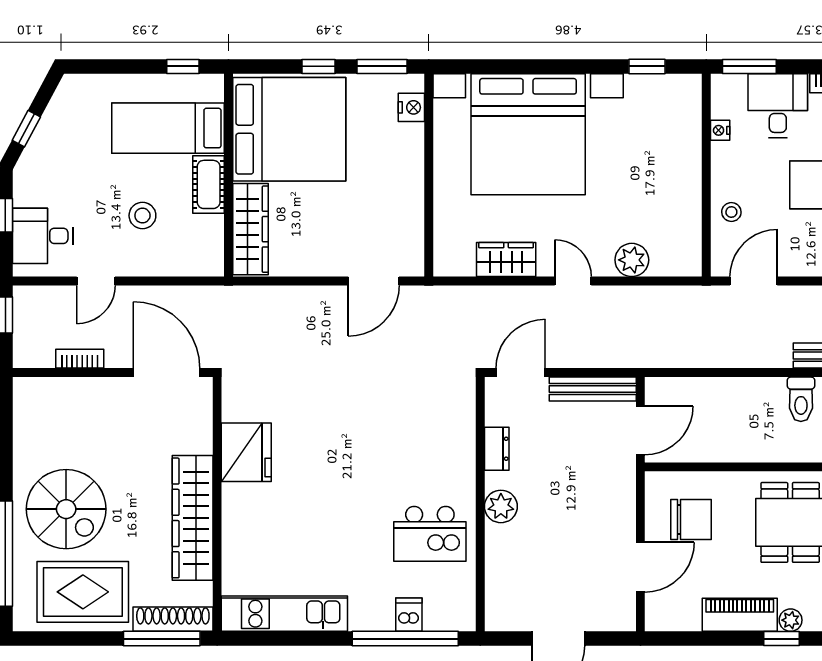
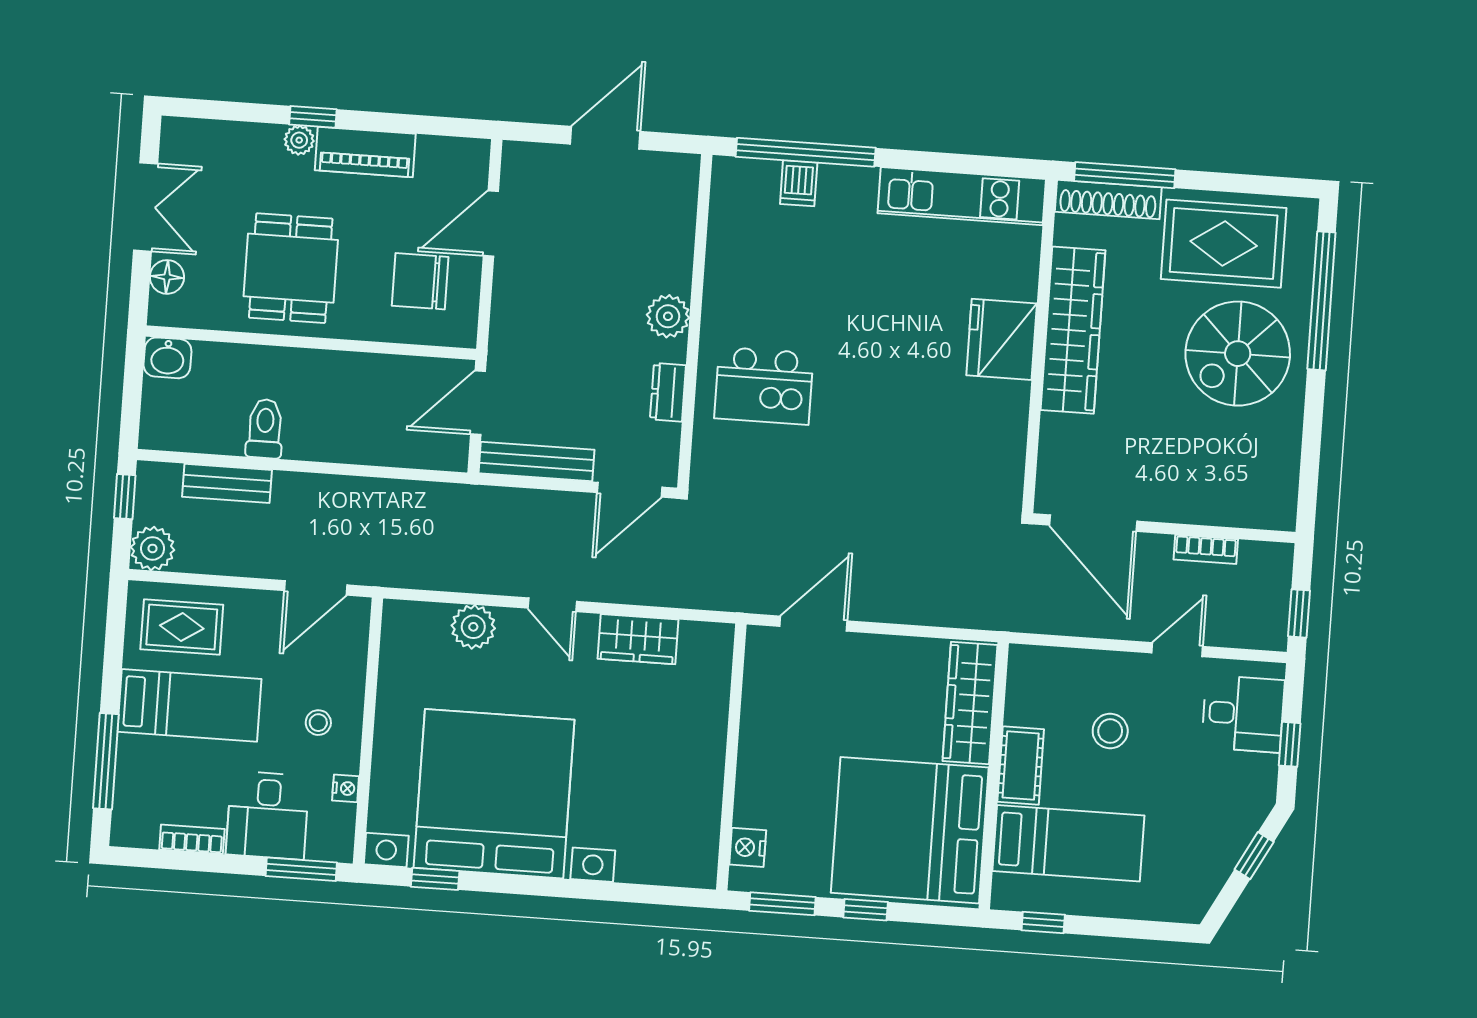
bed with nightstands: (528, 134) -> (494, 794), moved
stool: (731, 212) -> (318, 723), moved
fridge: (246, 452) -> (1002, 339), moved
spiral stairs: (66, 509) -> (1238, 354), turned -90
kitchen island: (430, 534) -> (764, 386), moved, turned 180

